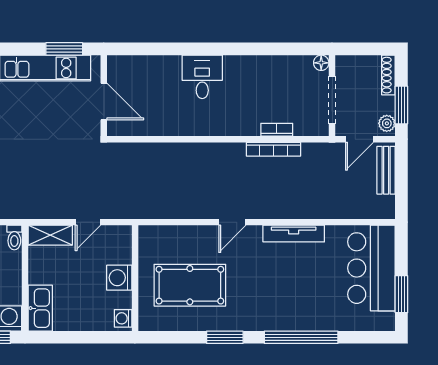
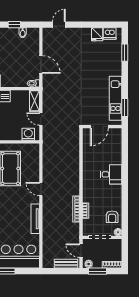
armchair: (289, 75) -> (112, 217), added
washing machine: (119, 278) -> (28, 134), moved

